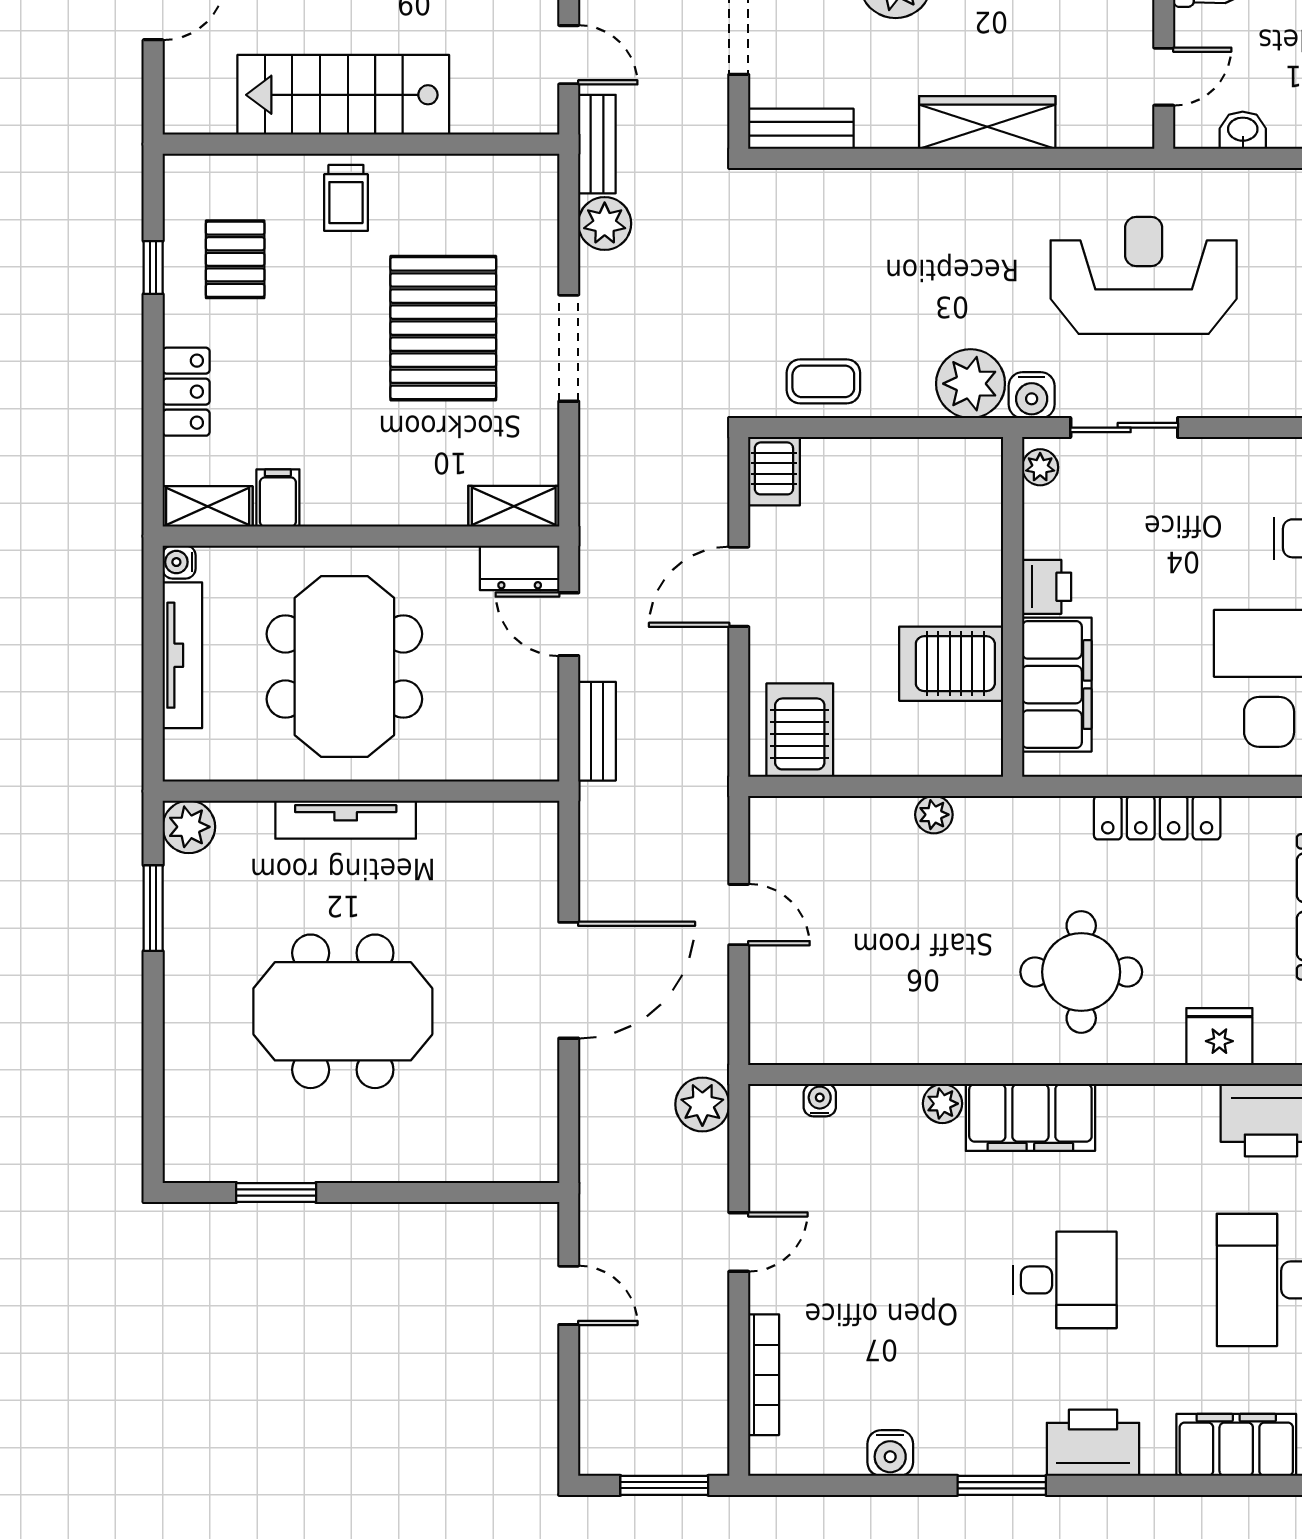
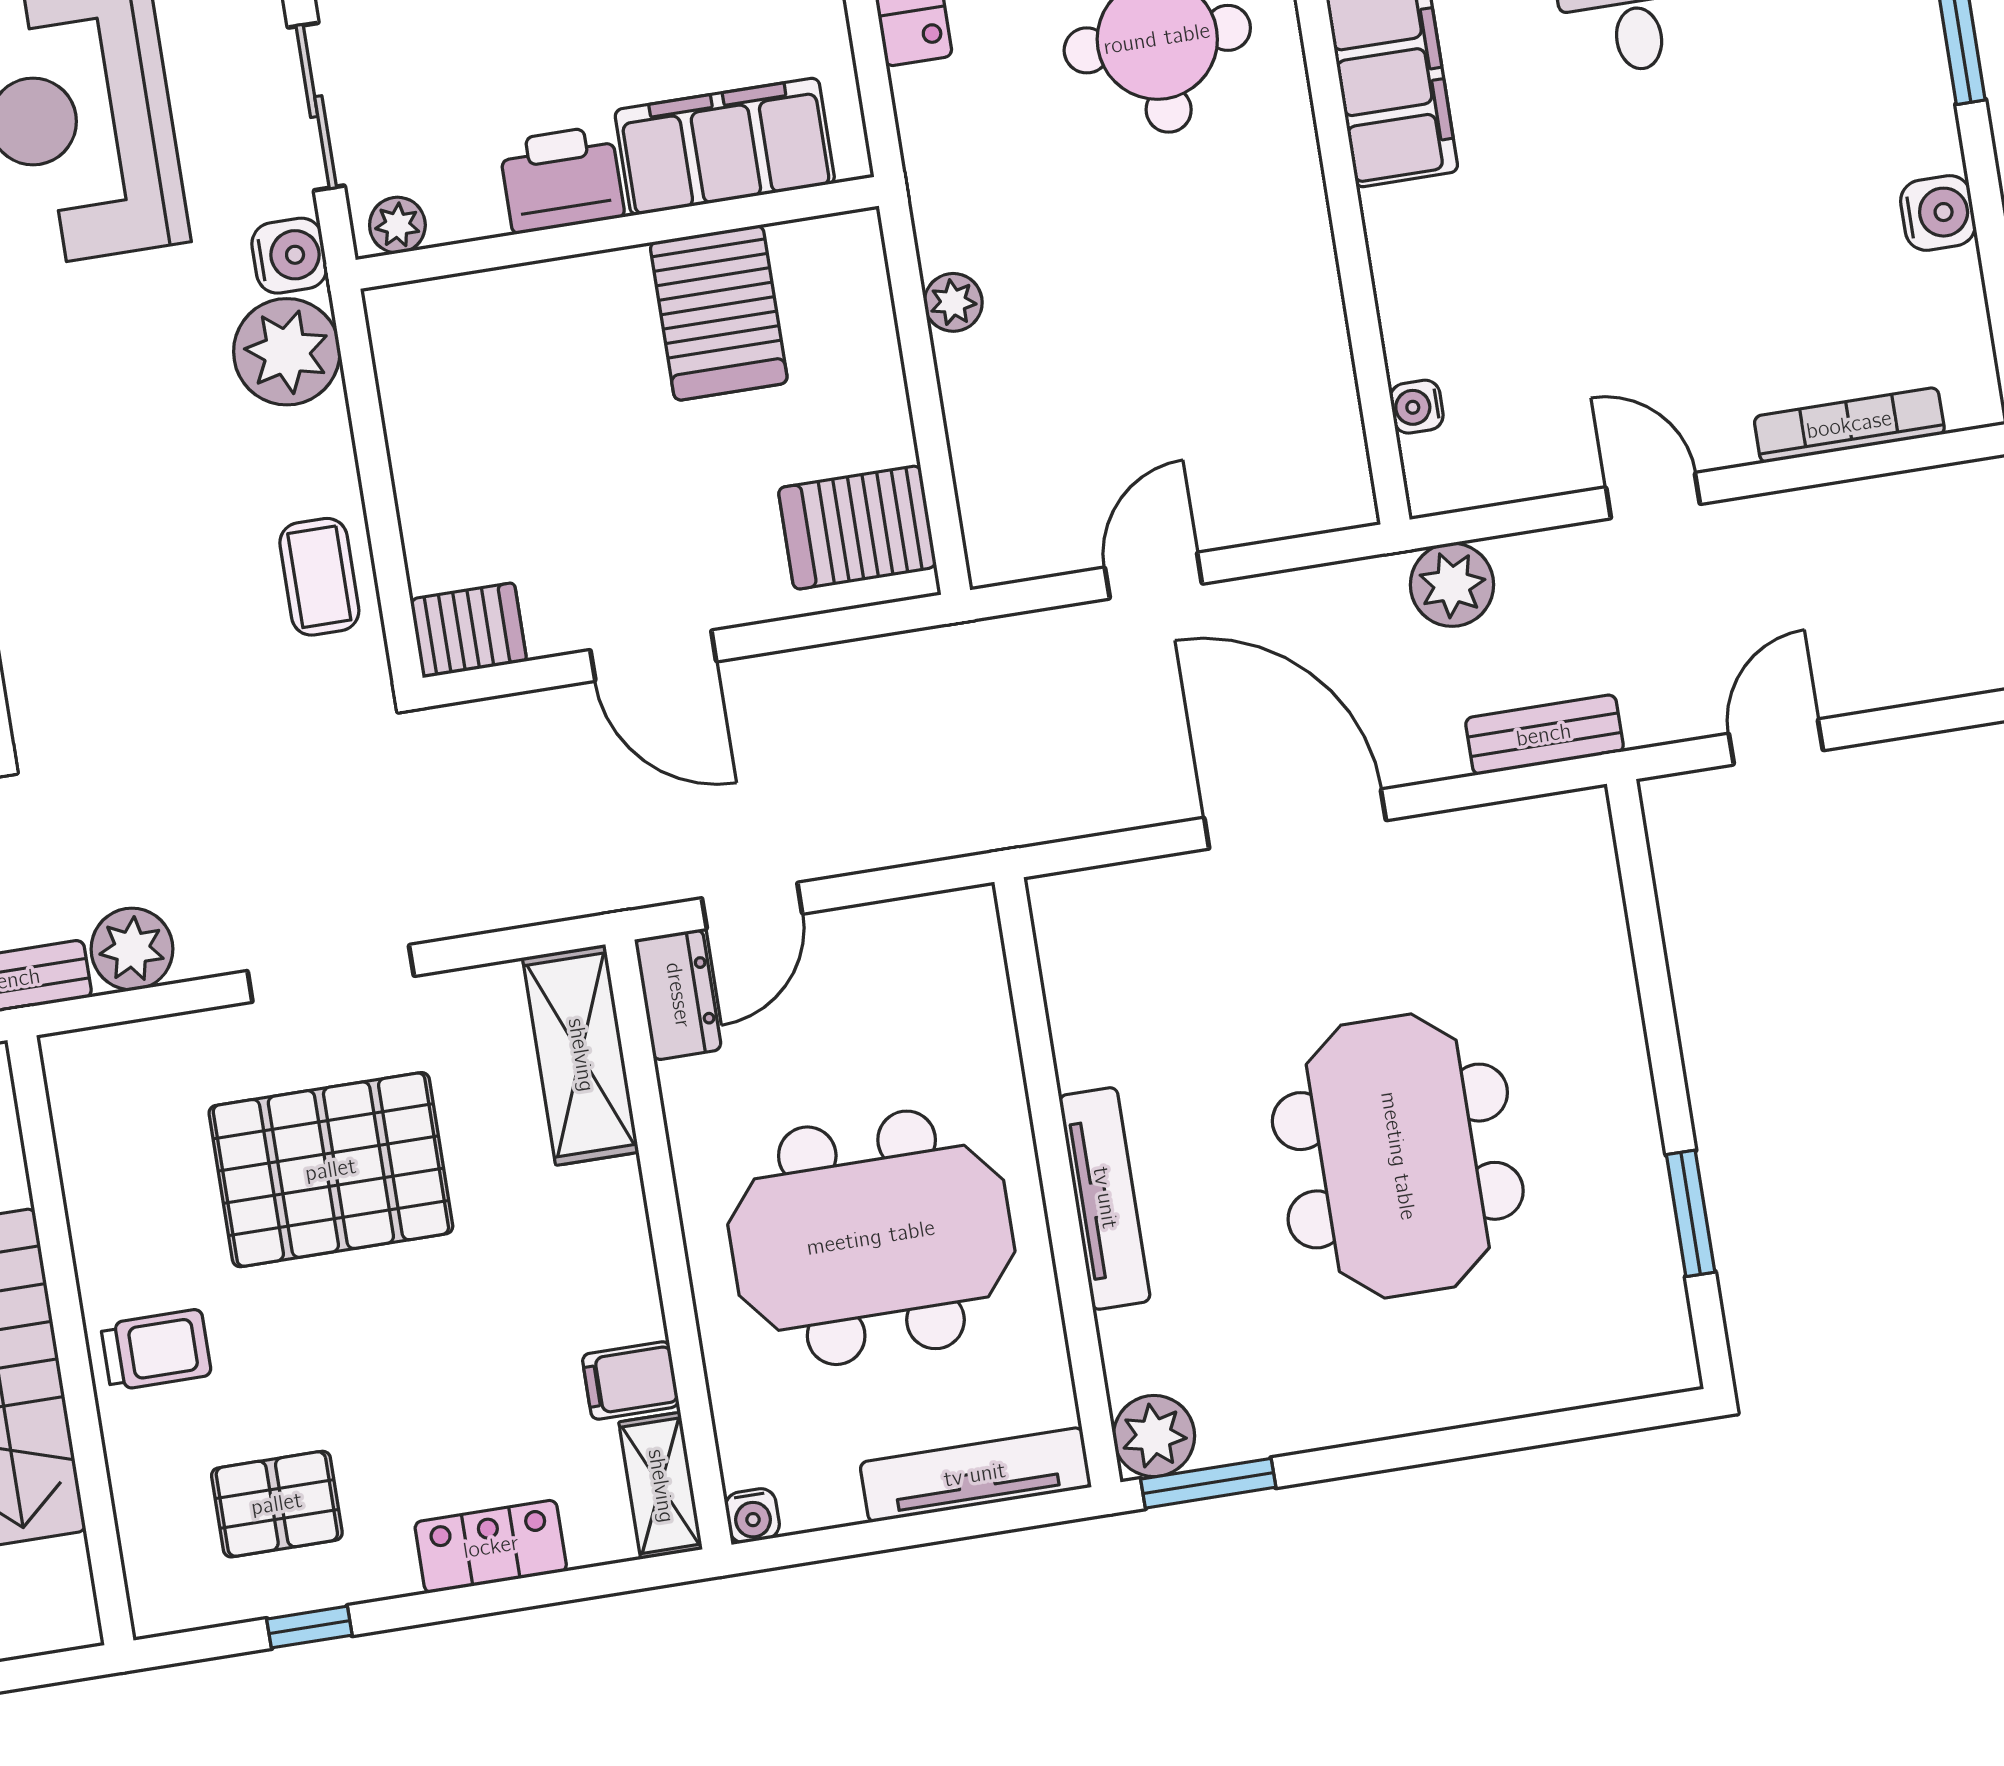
shelving: (514, 506) -> (581, 1055), width x1.50, depth x1.33
printer: (1047, 587) -> (562, 179), width x1.36, depth x1.24
tv unit: (182, 655) -> (975, 1475), moved
bench: (597, 731) -> (1544, 735), moved
window: (153, 908) -> (1208, 1483), moved
plant: (942, 1104) -> (1392, 219), removed

